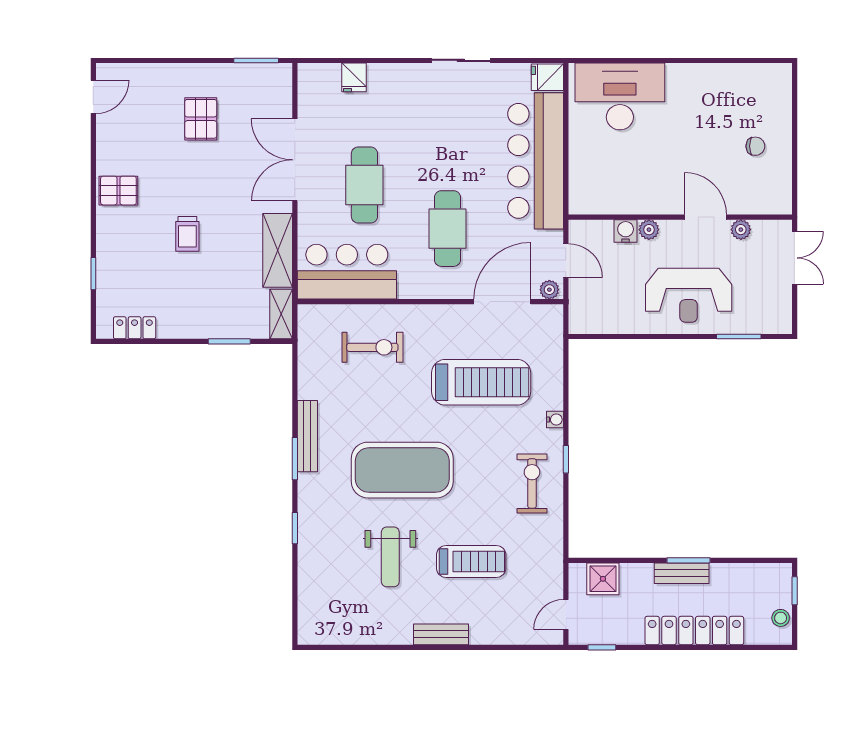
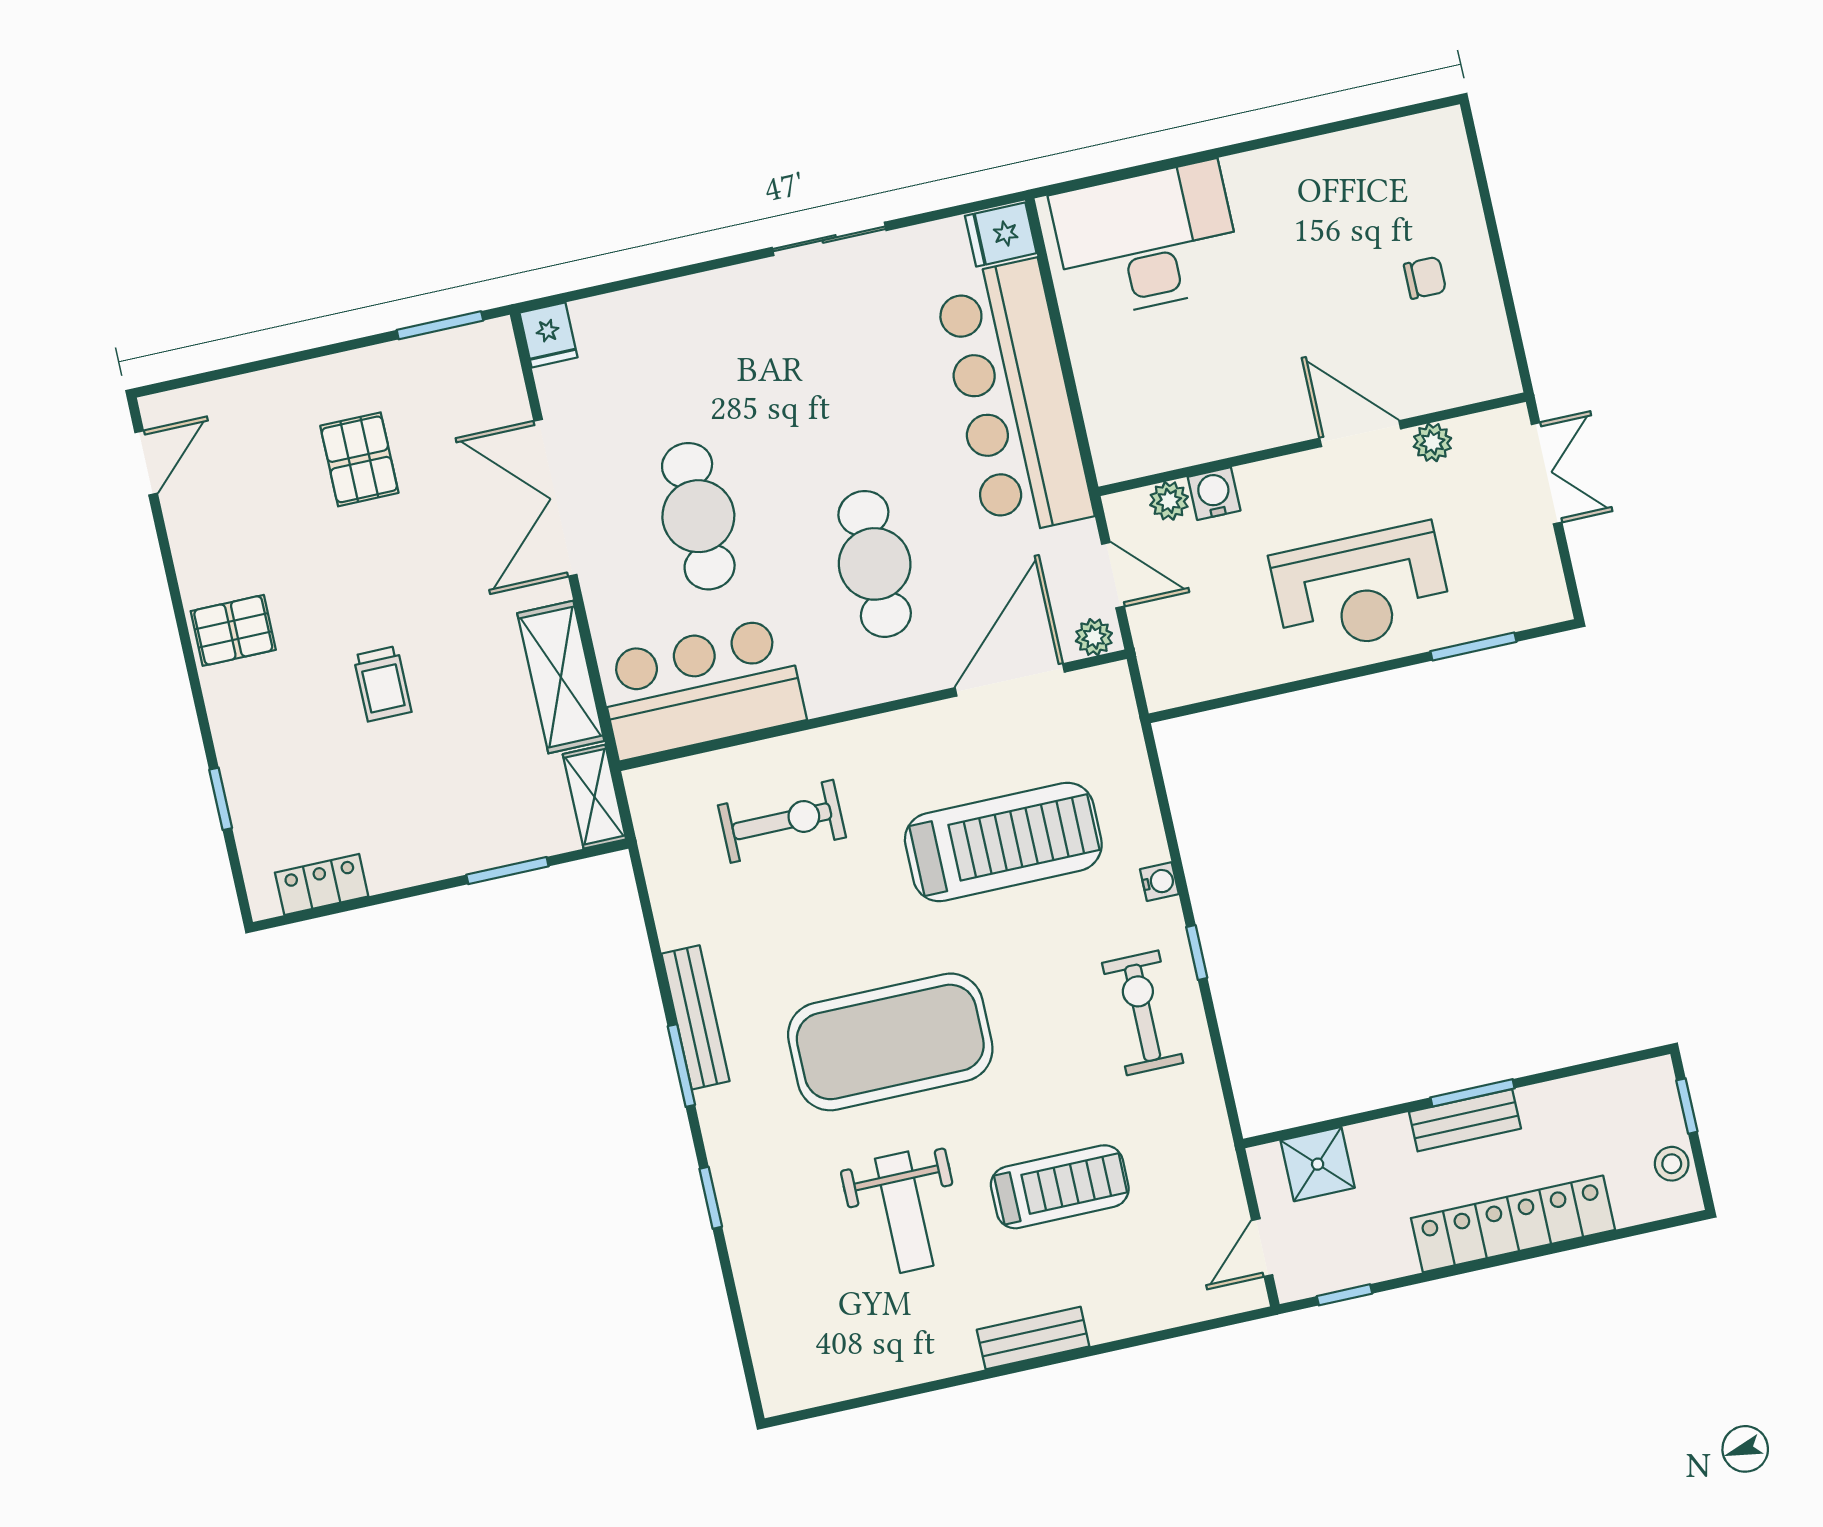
fridge: (354, 77) -> (549, 335), moved
plant: (649, 230) -> (1169, 501), moved

